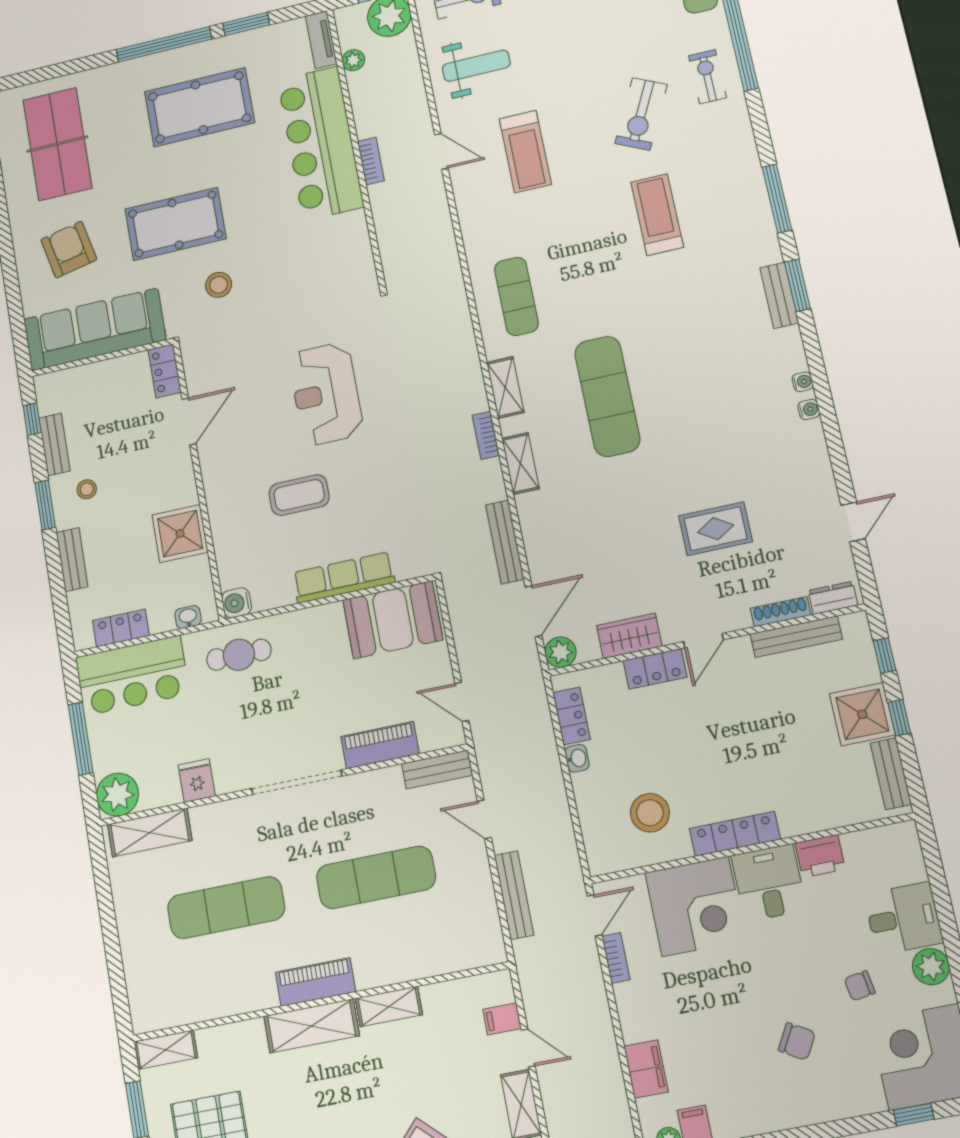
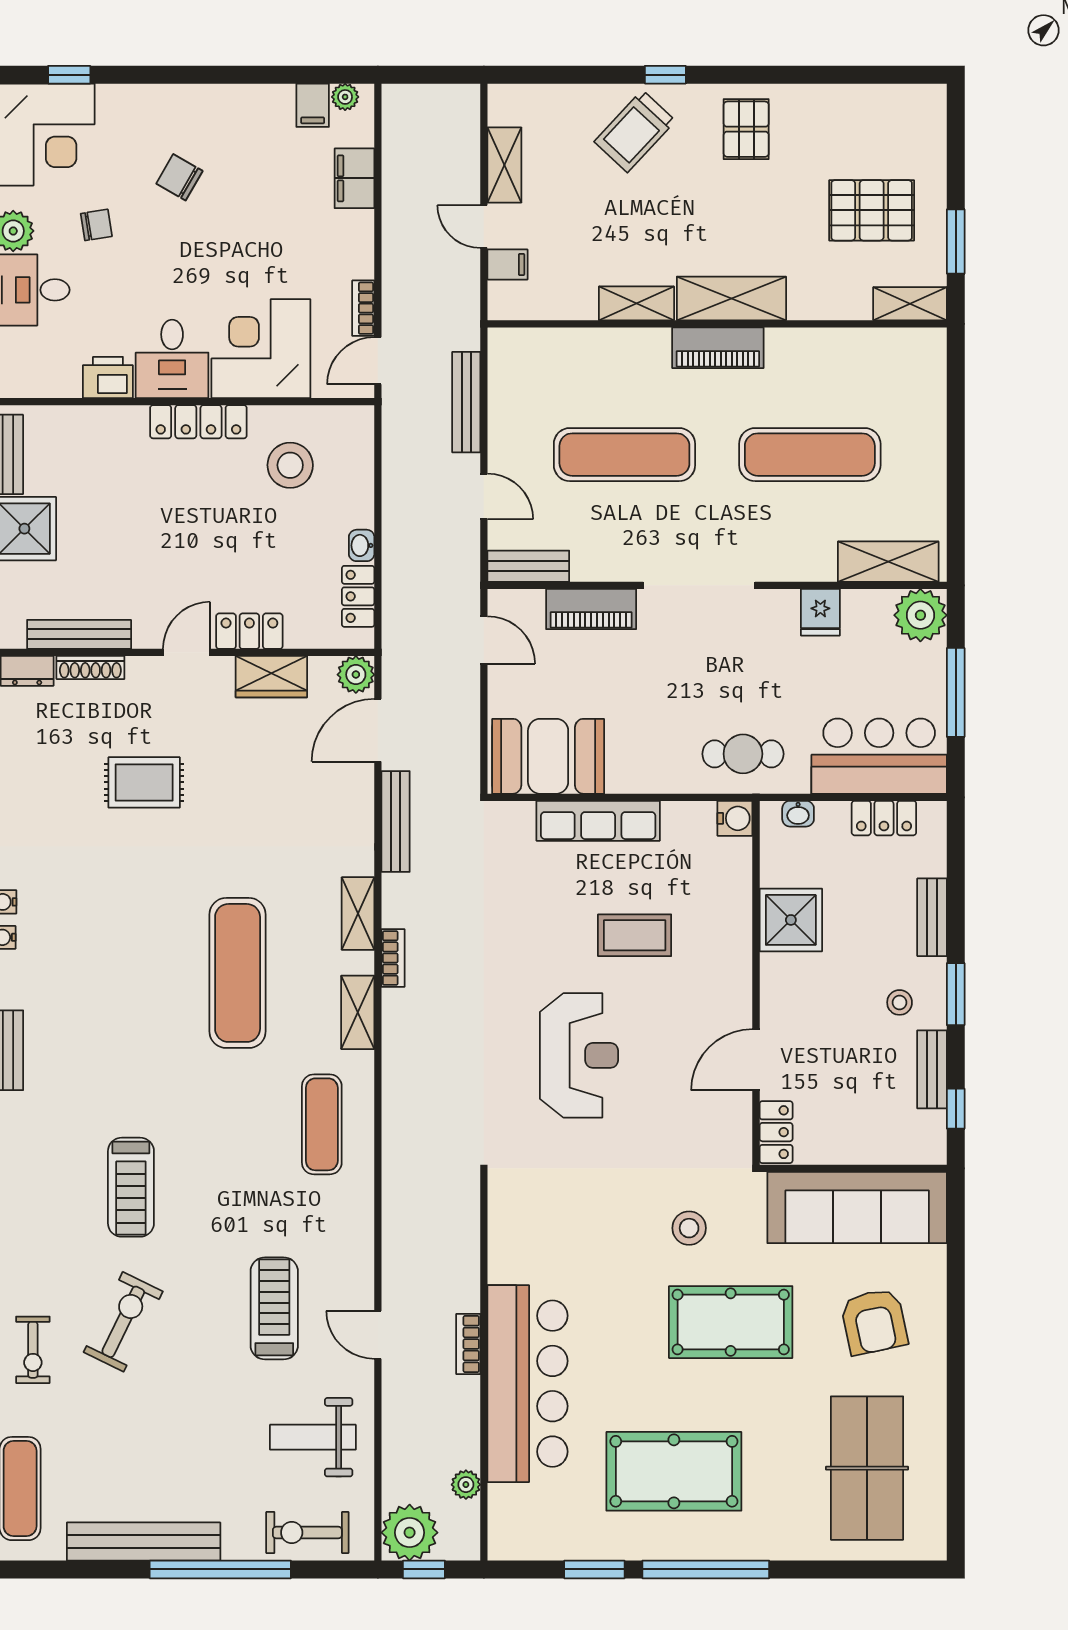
tv unit: (321, 40) -> (502, 1523), removed

